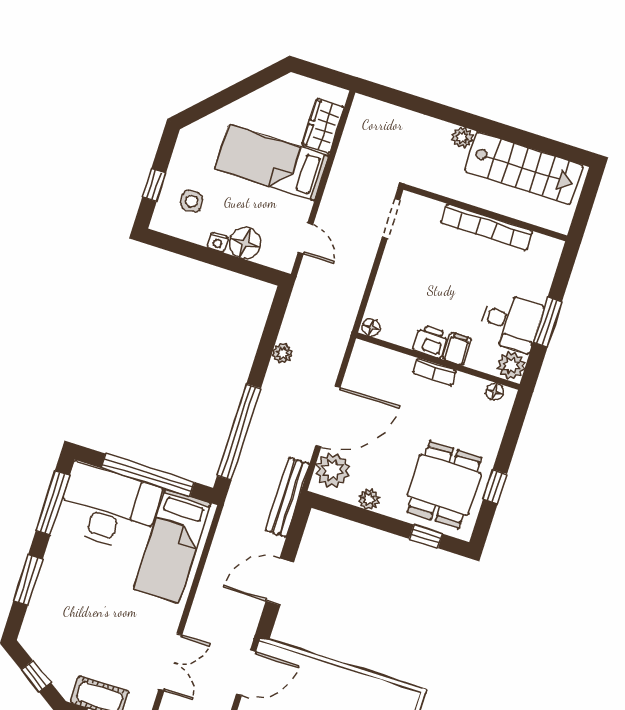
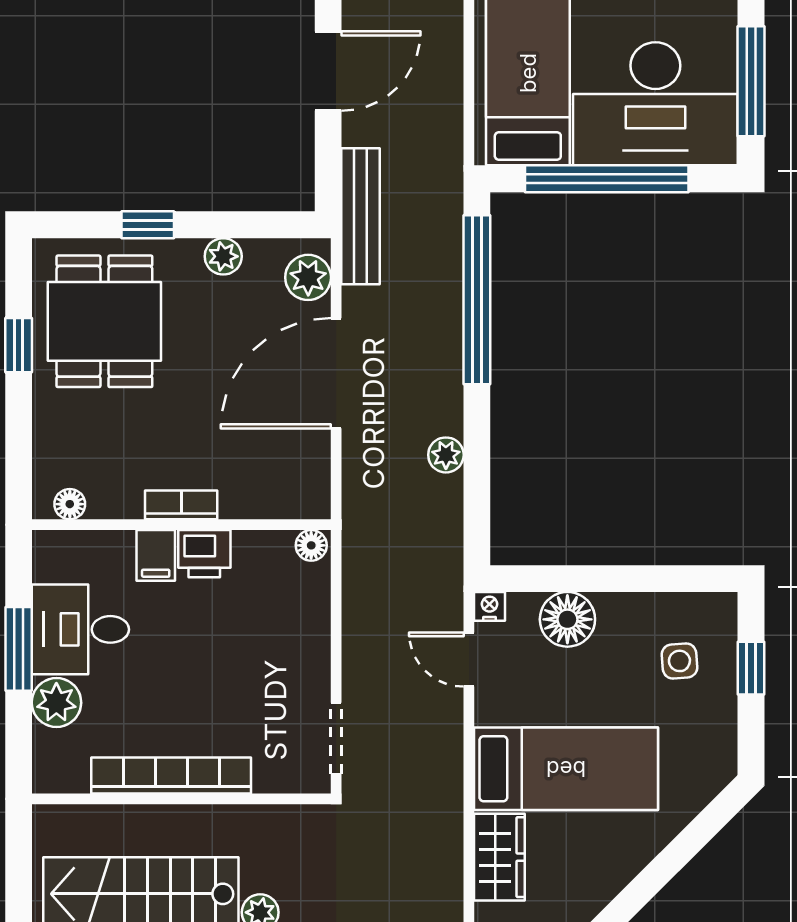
nightstand: (218, 242) -> (489, 606), moved
plant: (511, 366) -> (56, 703), moved
plant: (332, 470) -> (308, 277), width x0.73, depth x0.73
window: (426, 536) -> (148, 225), moved

